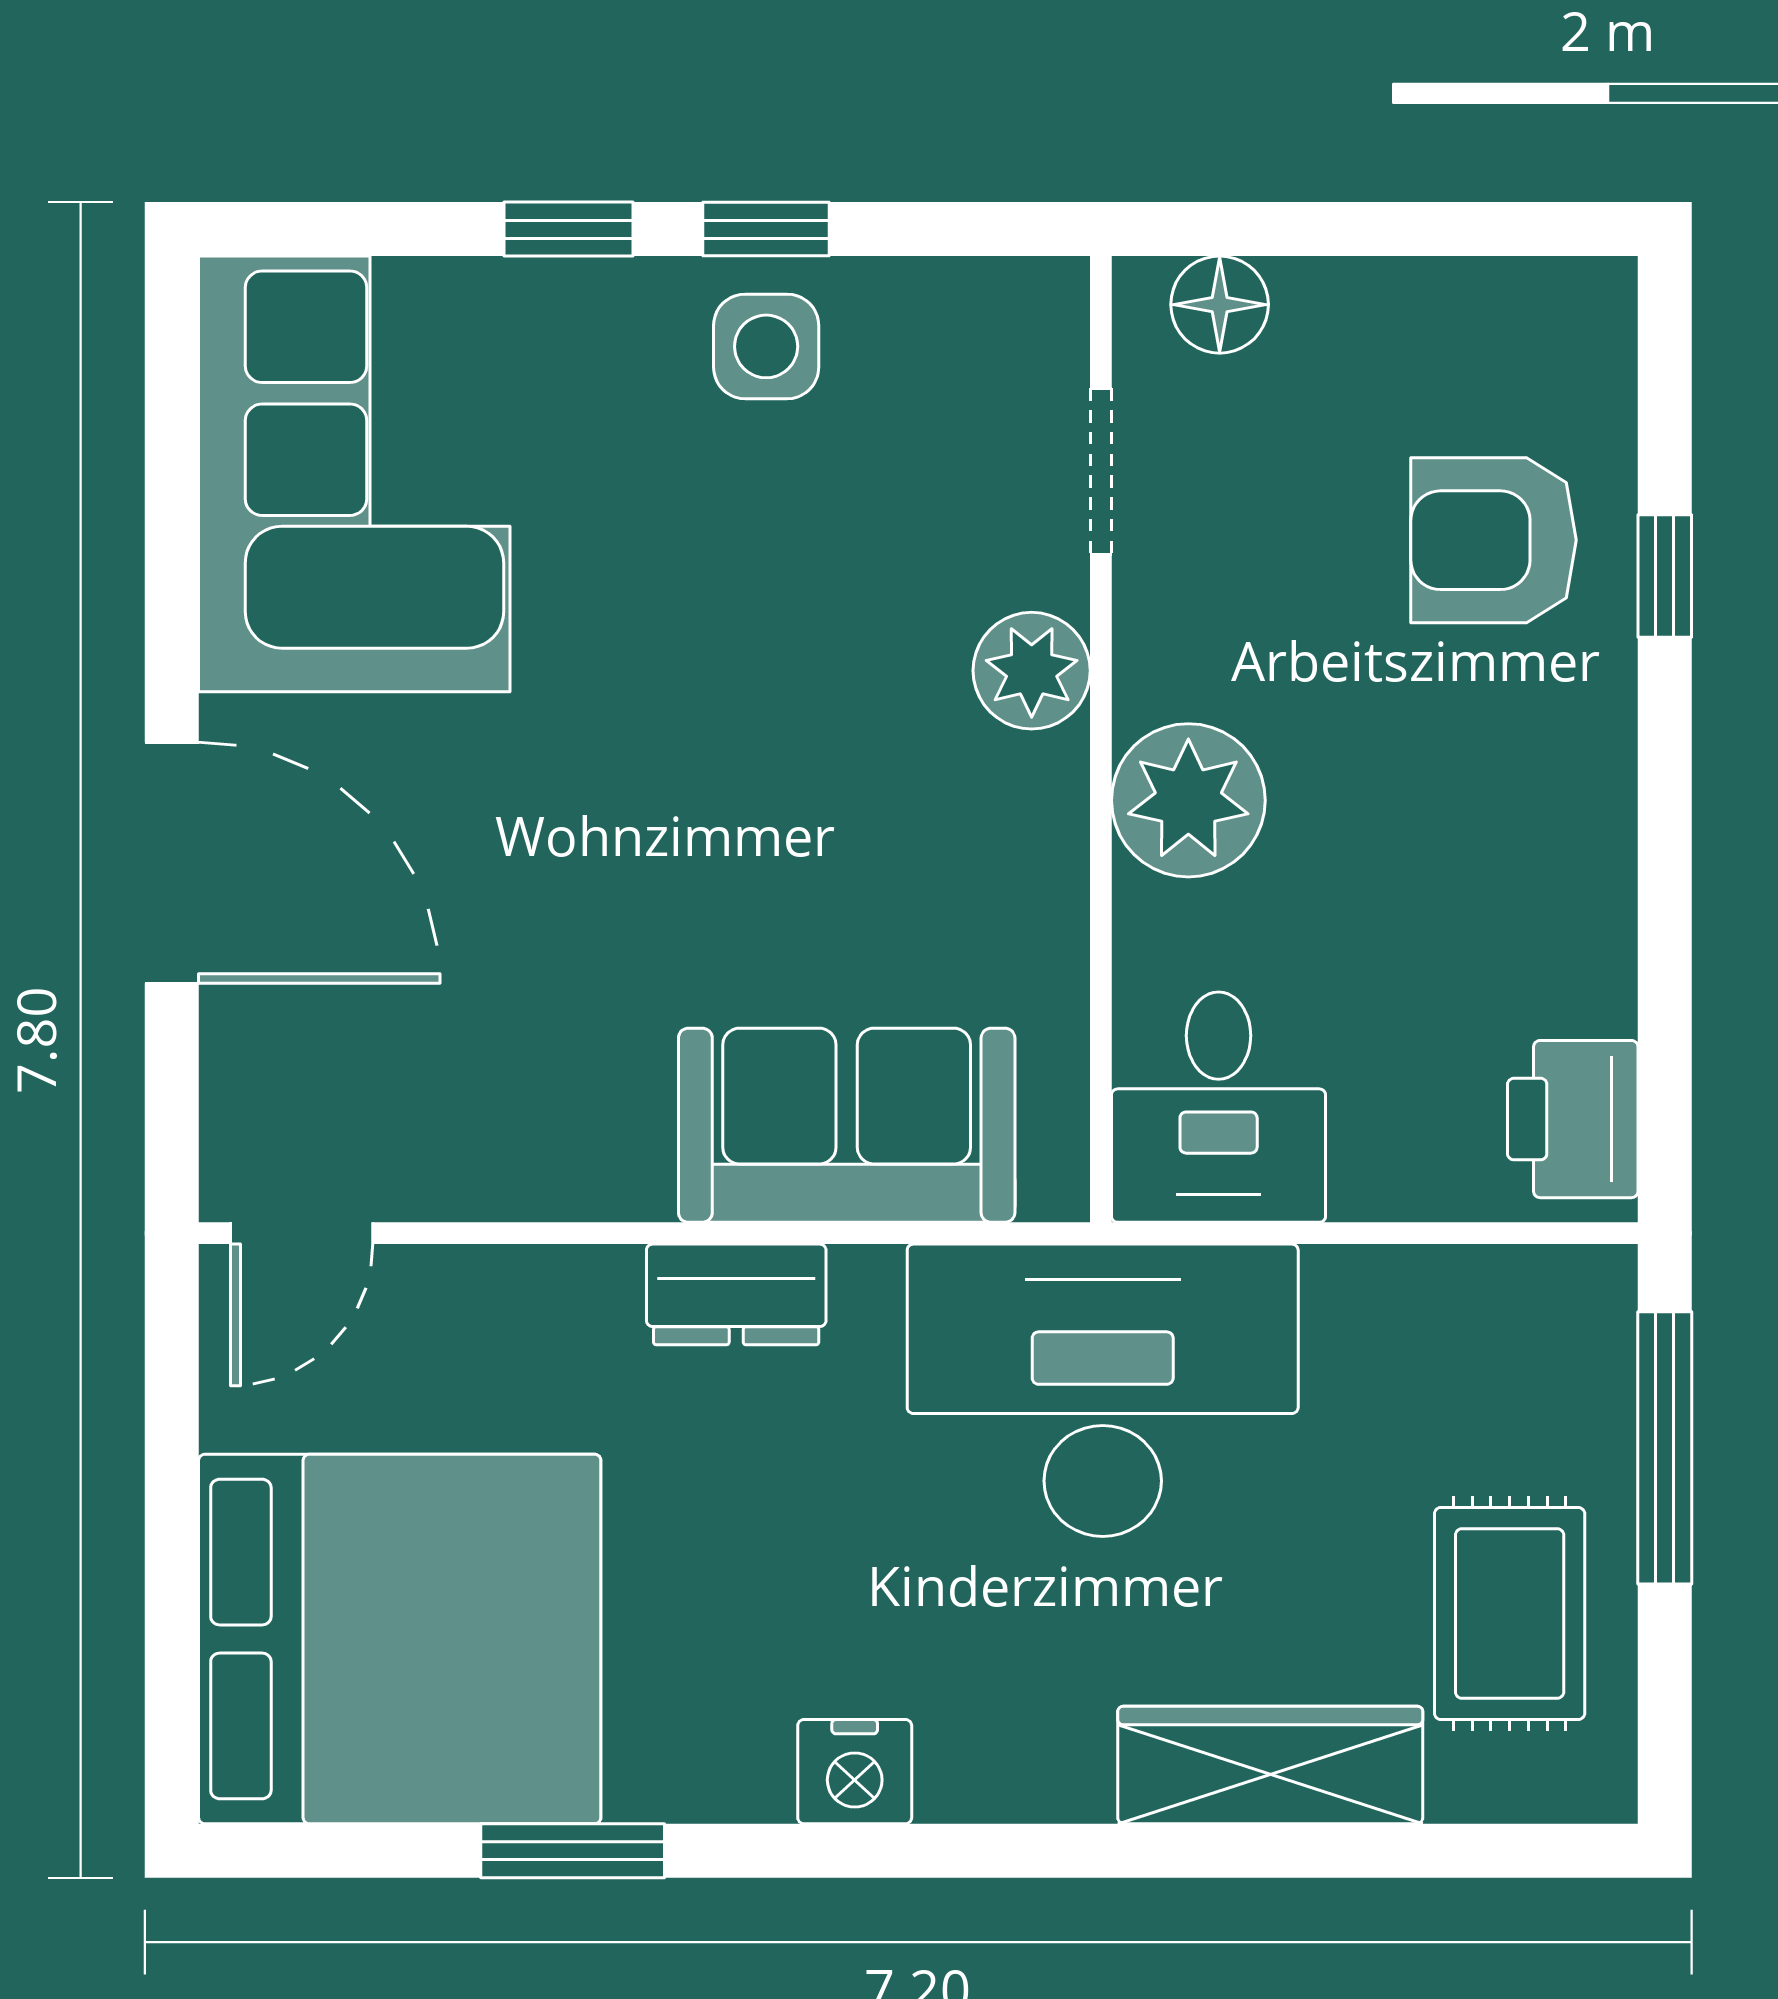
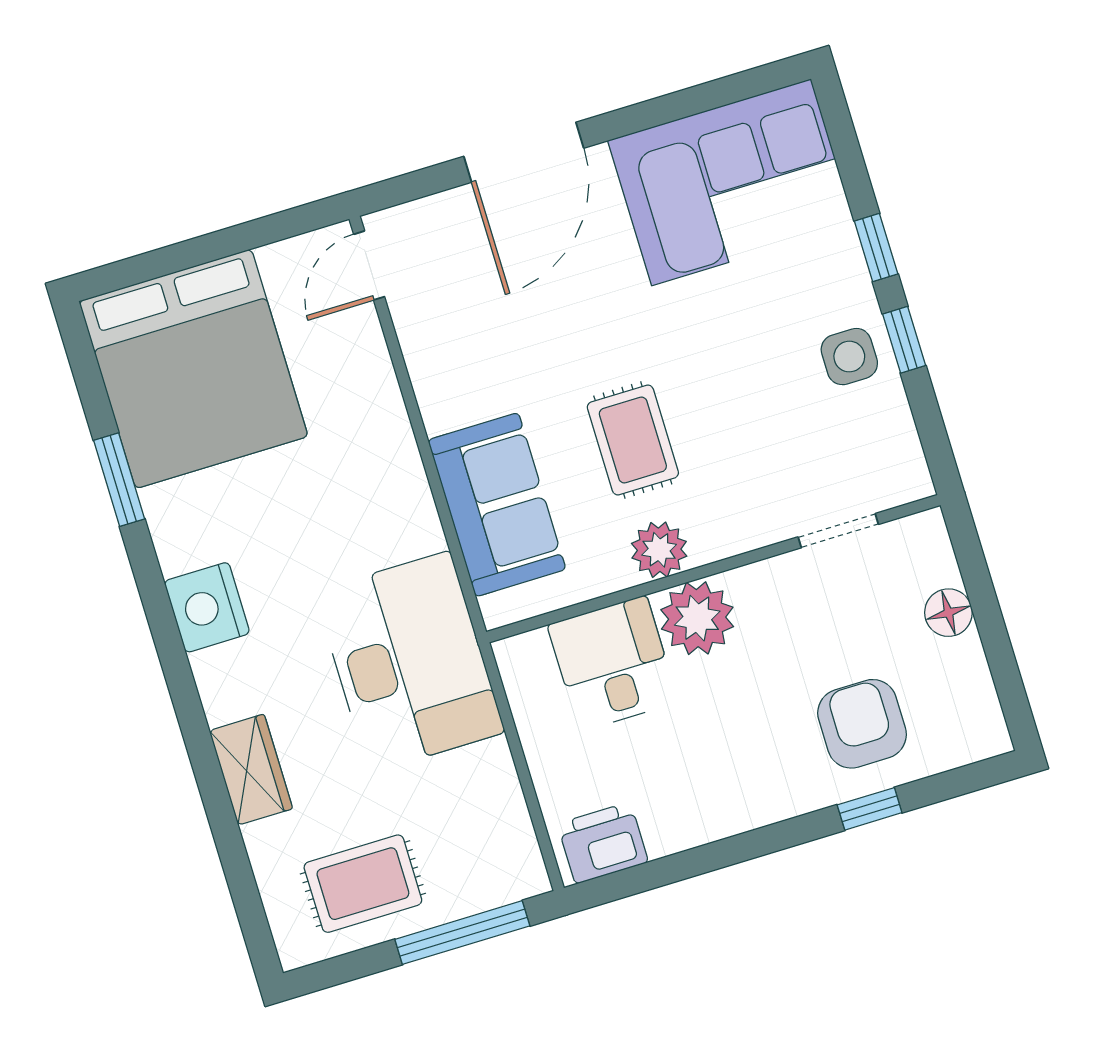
floor lamp: (1220, 305) -> (948, 613), moved
plant: (1032, 671) -> (659, 550), moved
rug: (801, 820) -> (633, 440), added
desk: (1219, 1107) -> (613, 663), moved, turned 90
door: (302, 1233) -> (369, 265), hinge flipped
dresser: (736, 1294) -> (402, 477), removed
wardrobe: (1270, 1765) -> (251, 770), width x0.67
nightstand: (855, 1772) -> (207, 607), width x1.36, depth x1.33

